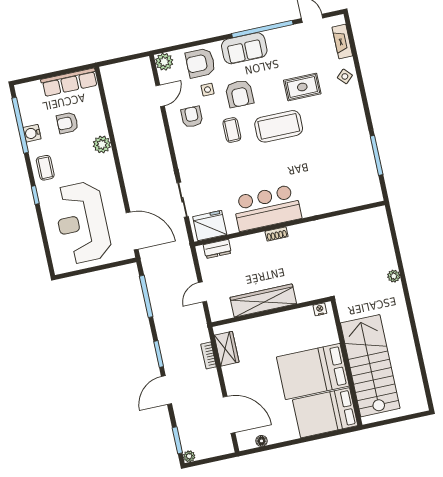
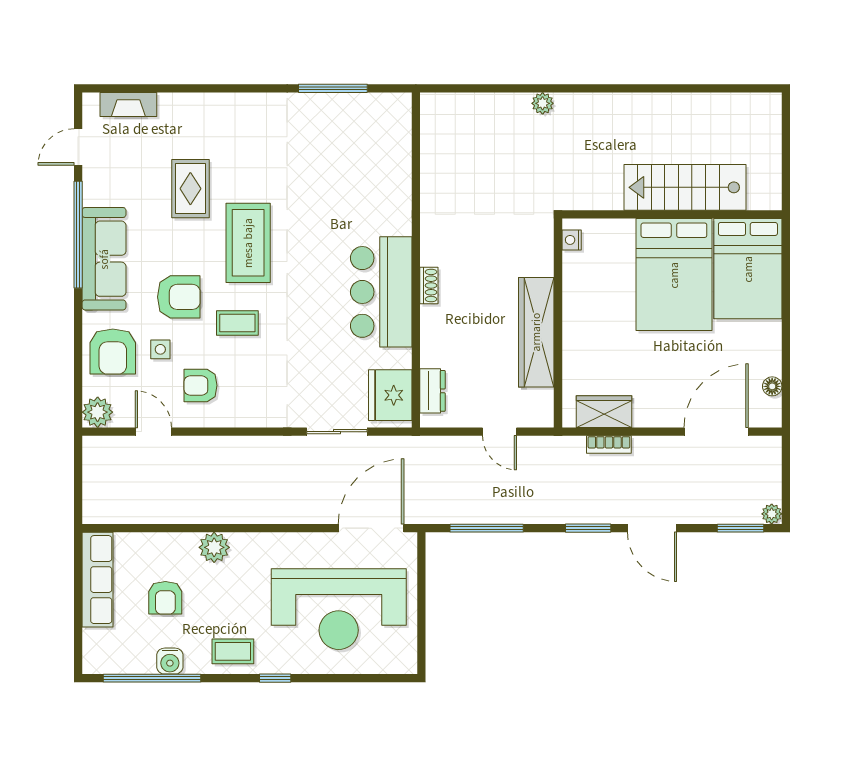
sofa: (244, 48) -> (104, 259), width x1.36
side table: (345, 76) -> (188, 113), removed
stairs: (370, 366) -> (685, 187), width x0.73, depth x0.66

